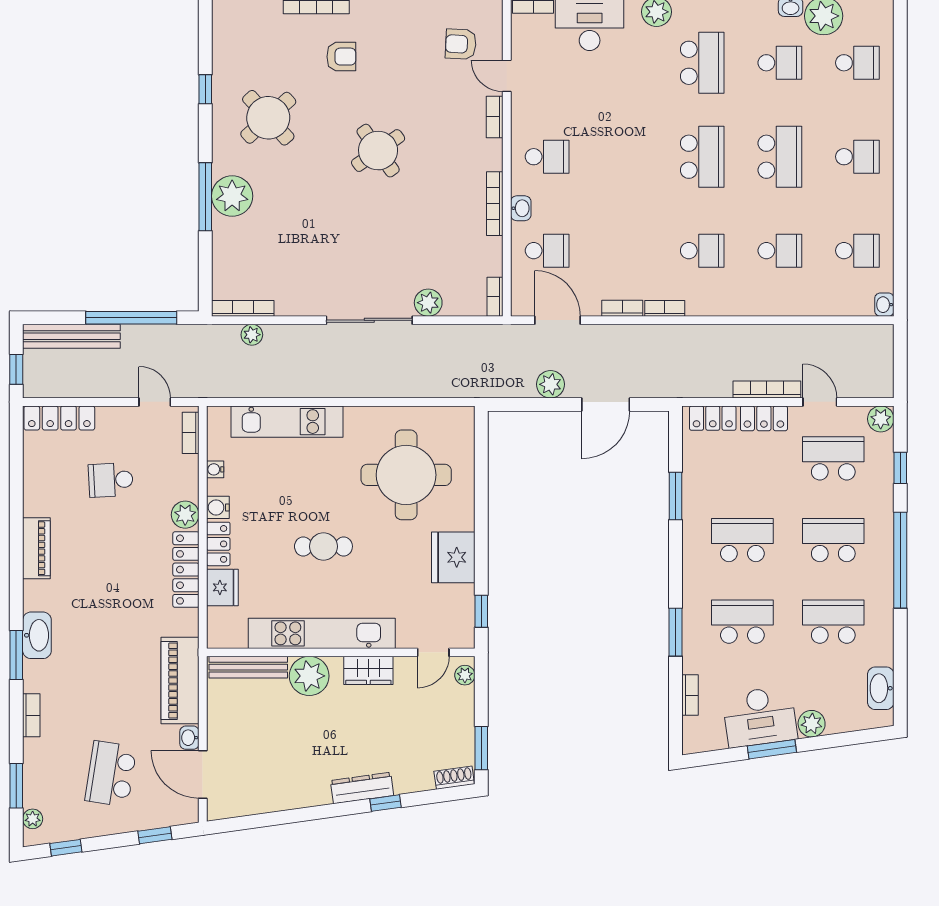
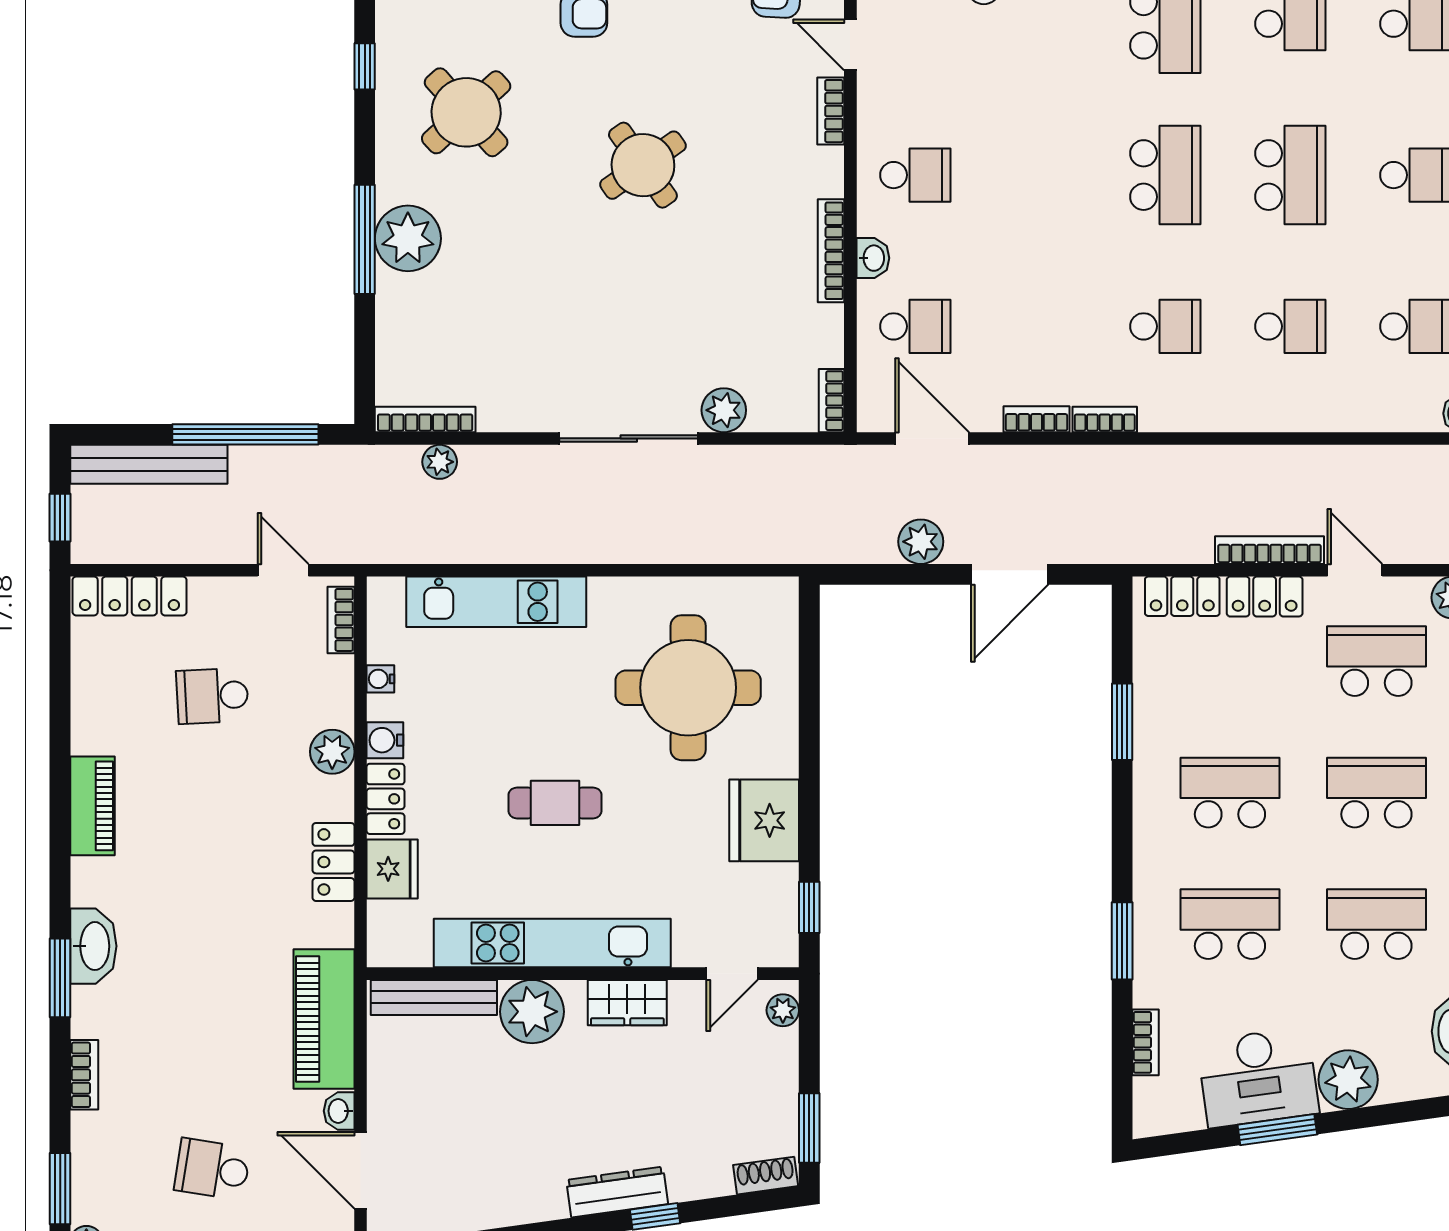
locker: (186, 570) -> (333, 862), width x0.66
plant: (812, 724) -> (1348, 1080), width x1.36, depth x1.36
school desk: (111, 774) -> (212, 1169), width x0.54

